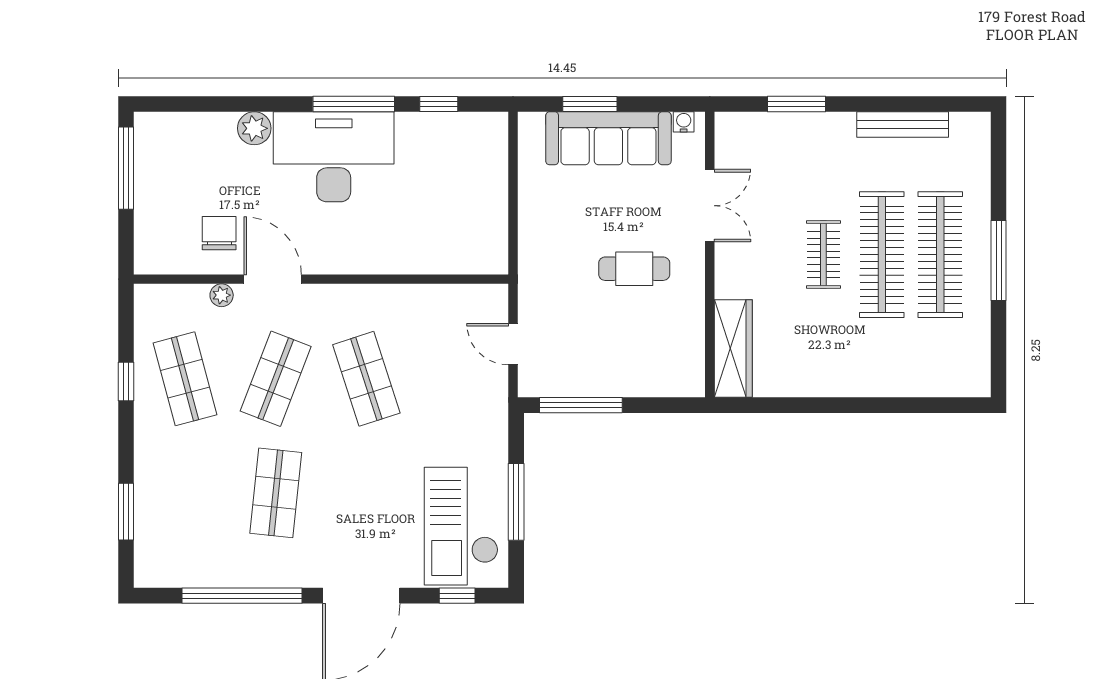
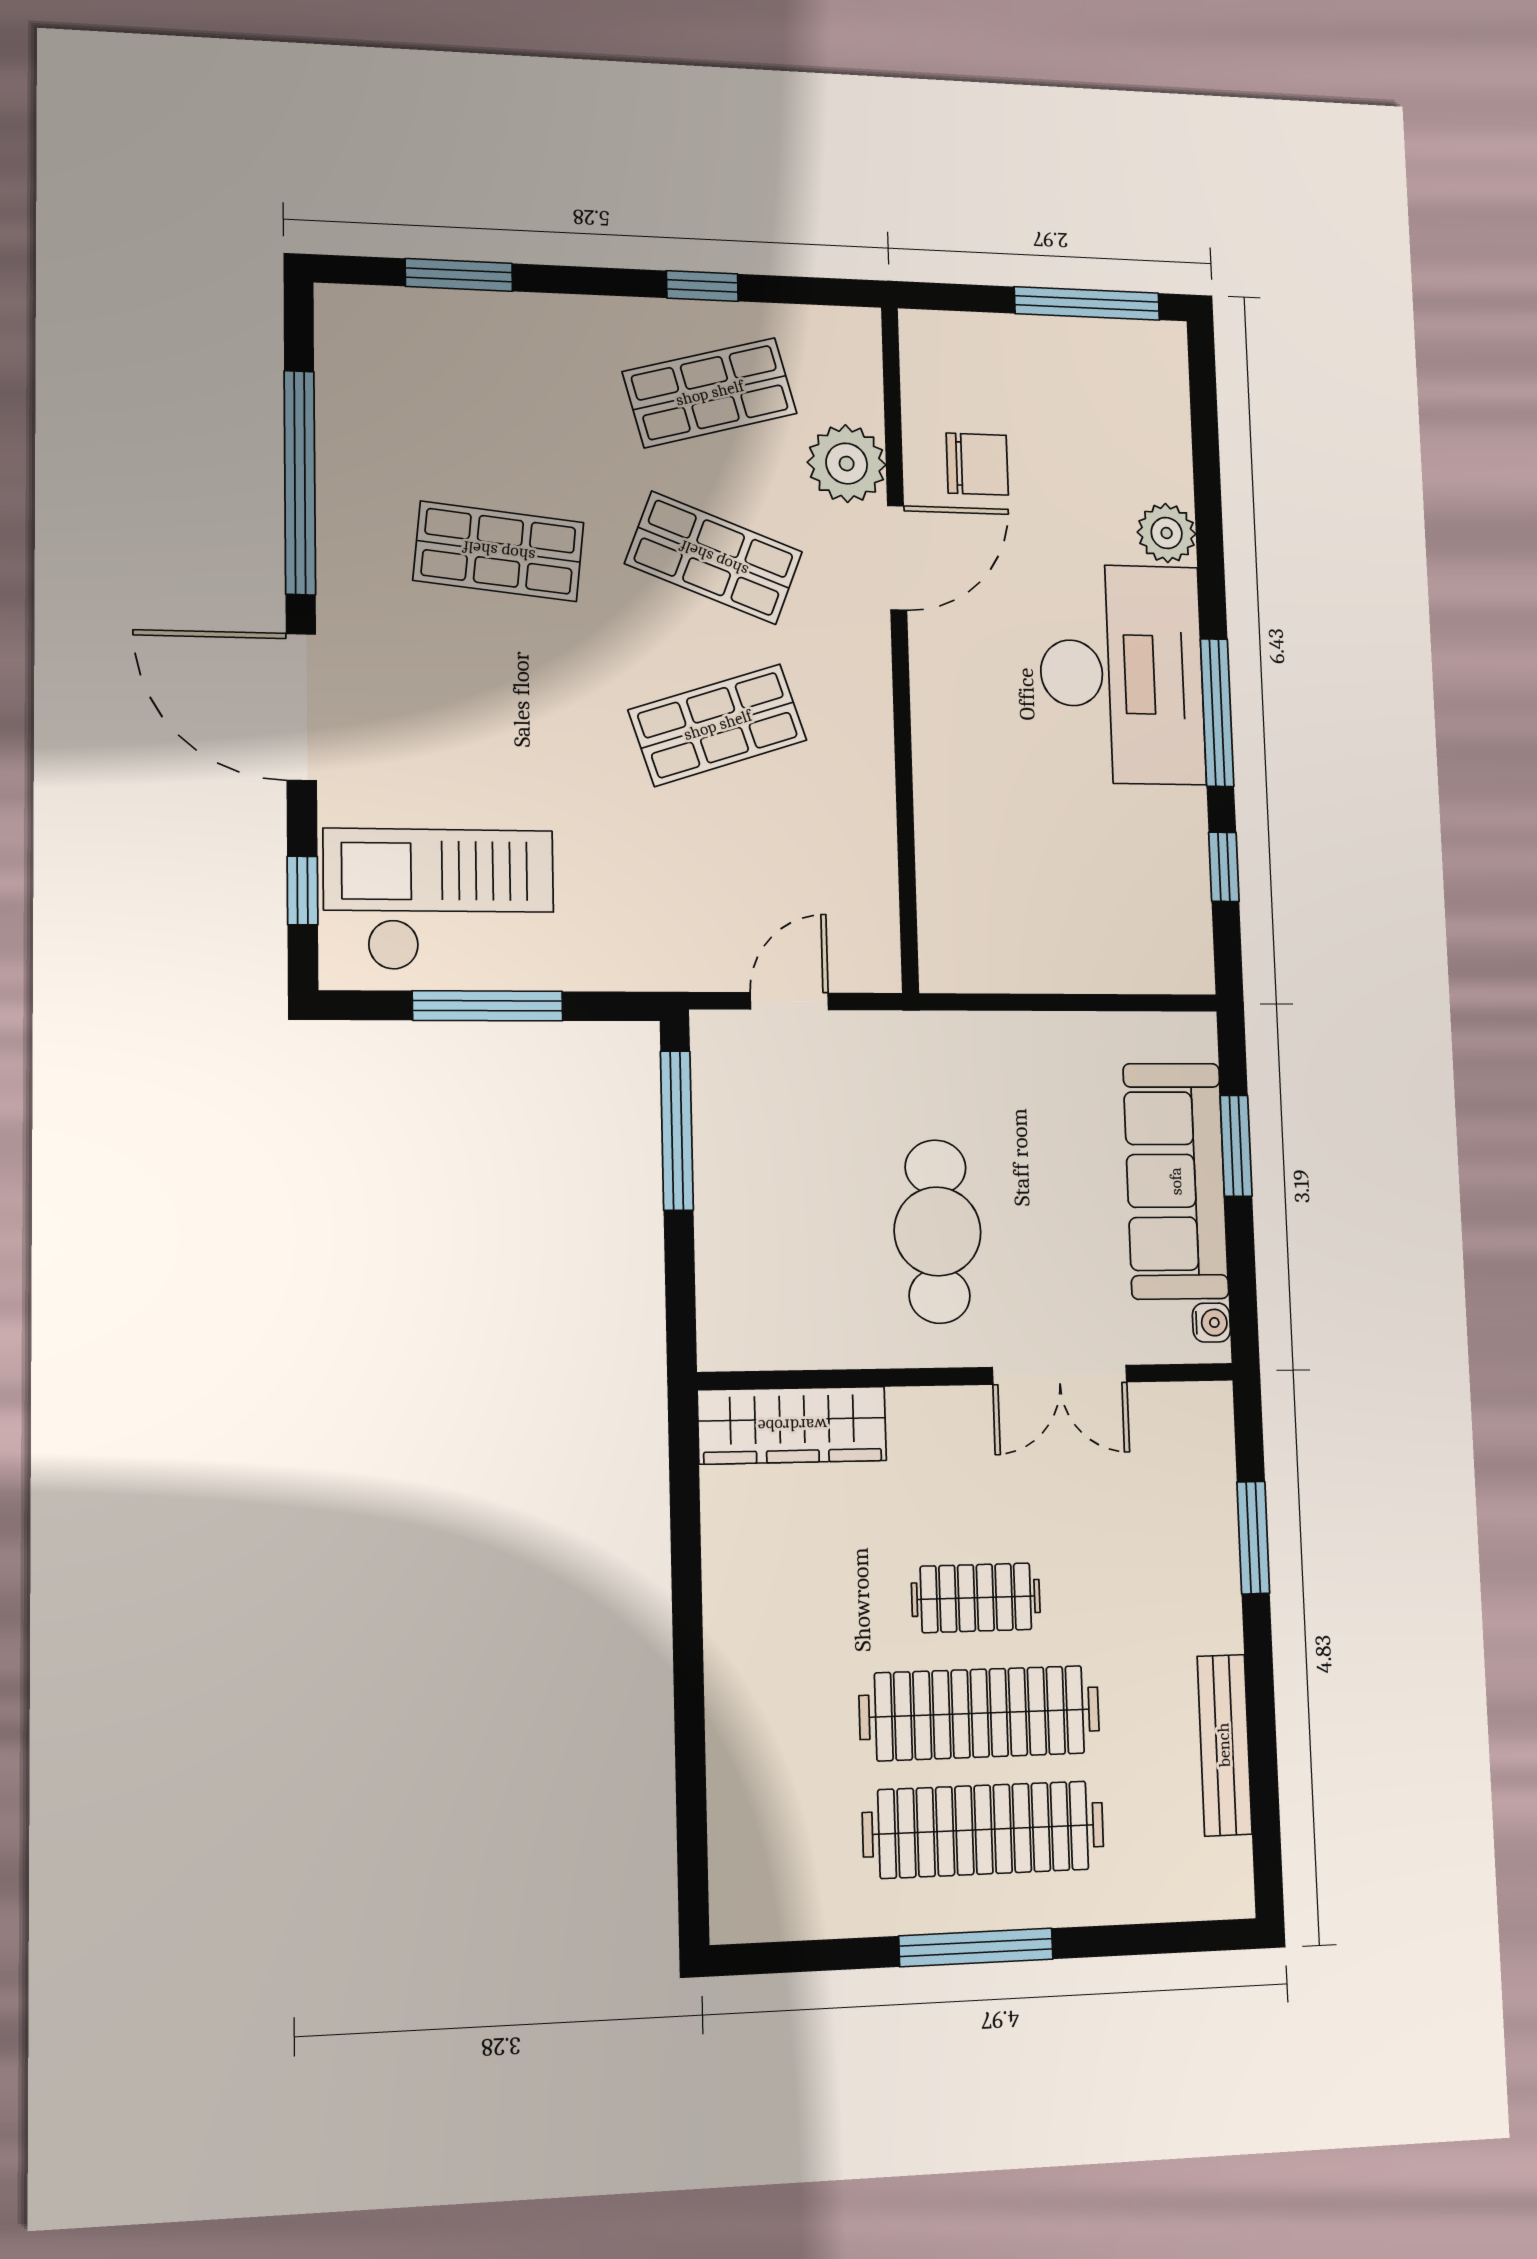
cafe table: (634, 269) -> (938, 1231), width x1.37, depth x1.35
plant: (222, 295) -> (847, 464), width x1.87, depth x1.87

